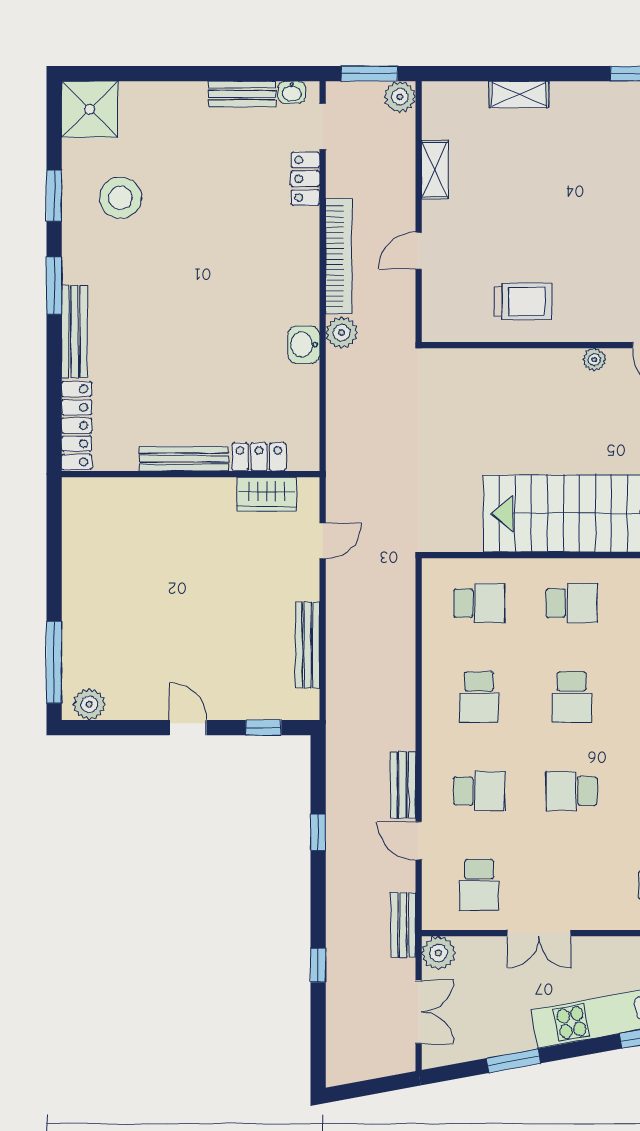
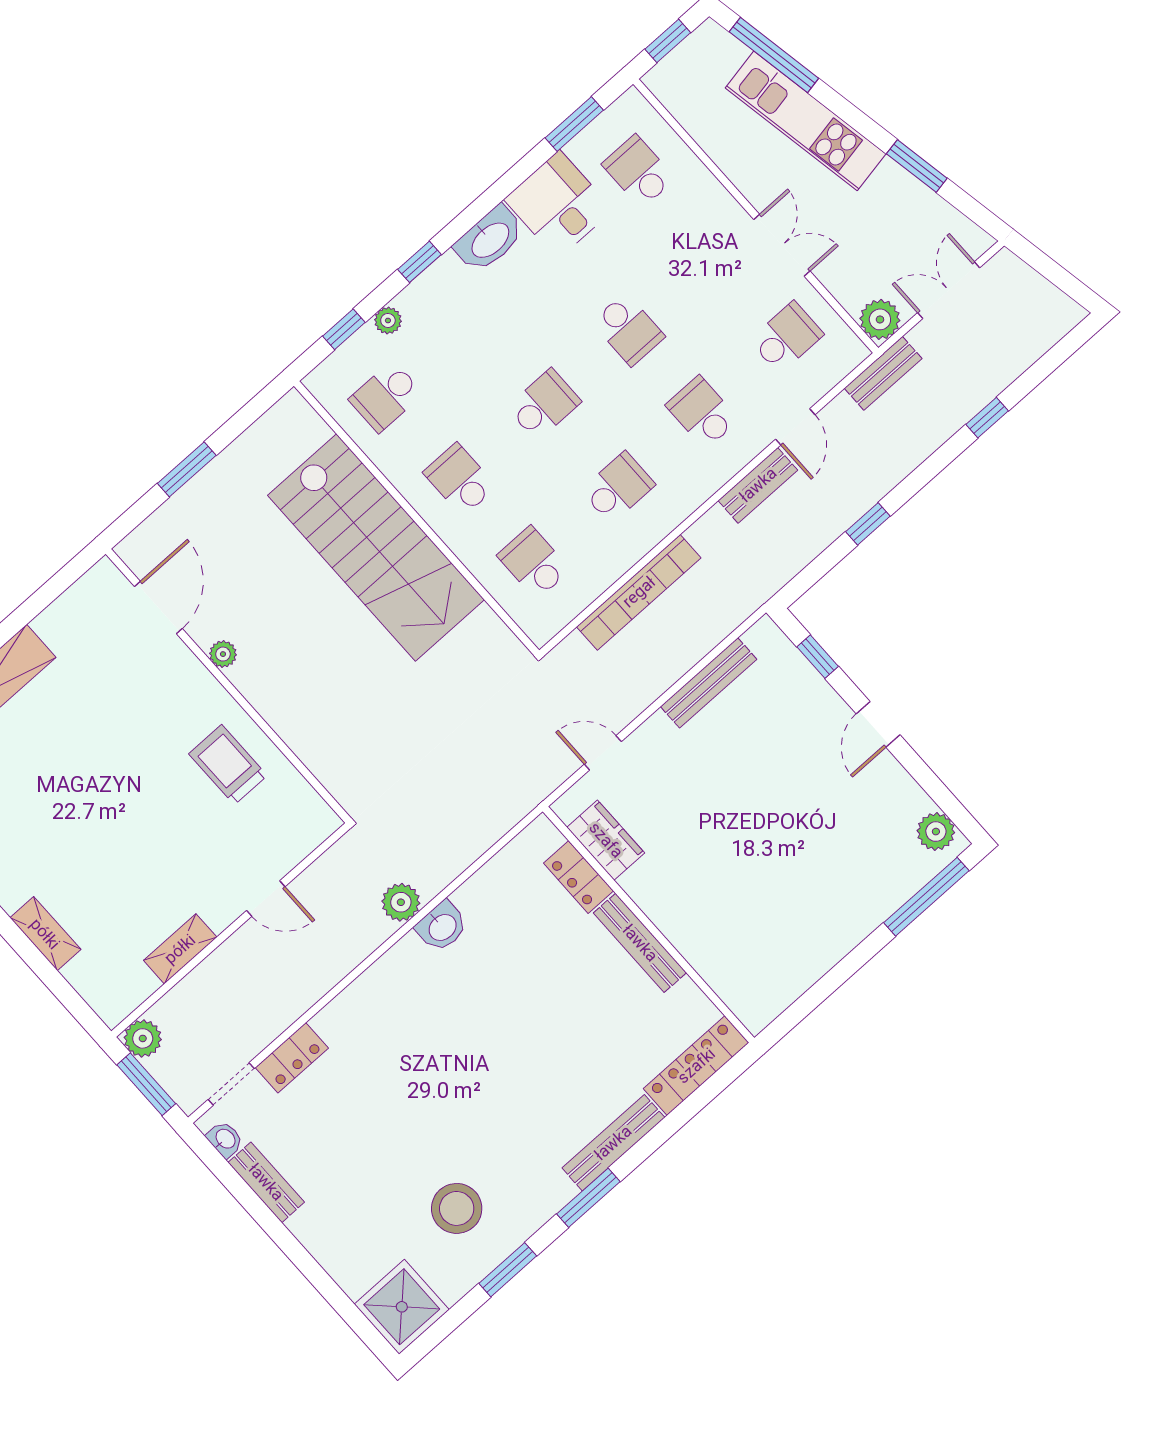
bookcase: (339, 256) -> (639, 592), moved, turned 180

